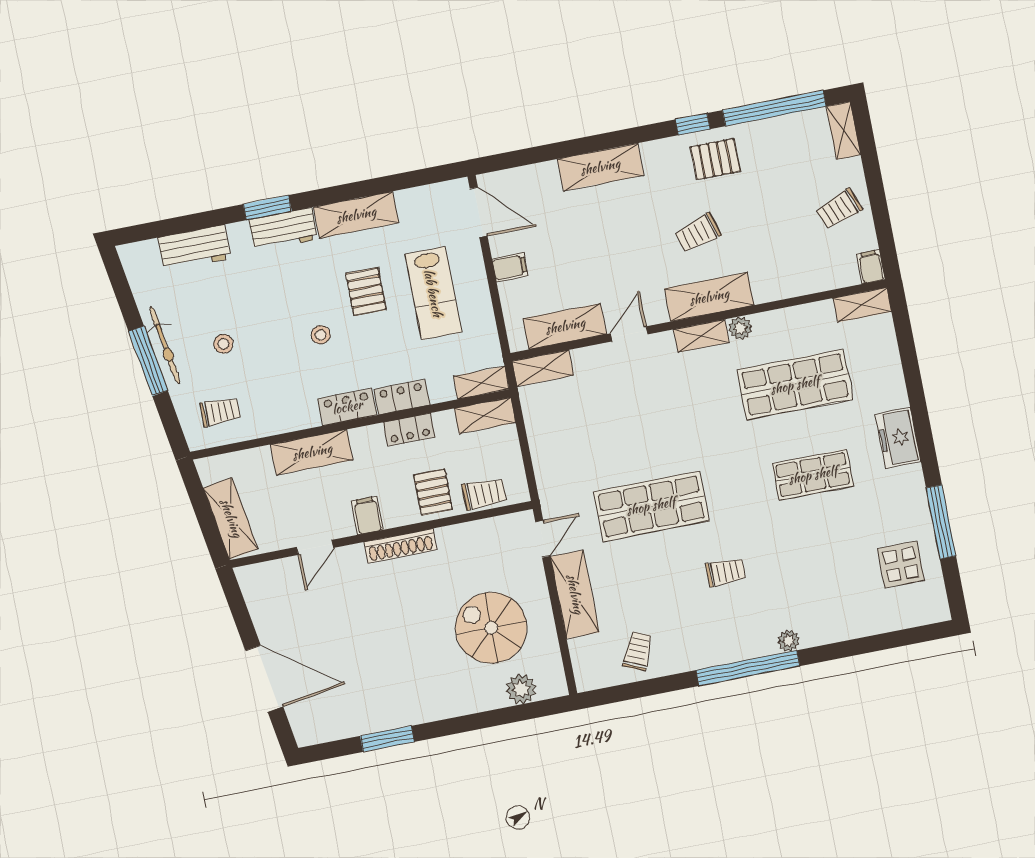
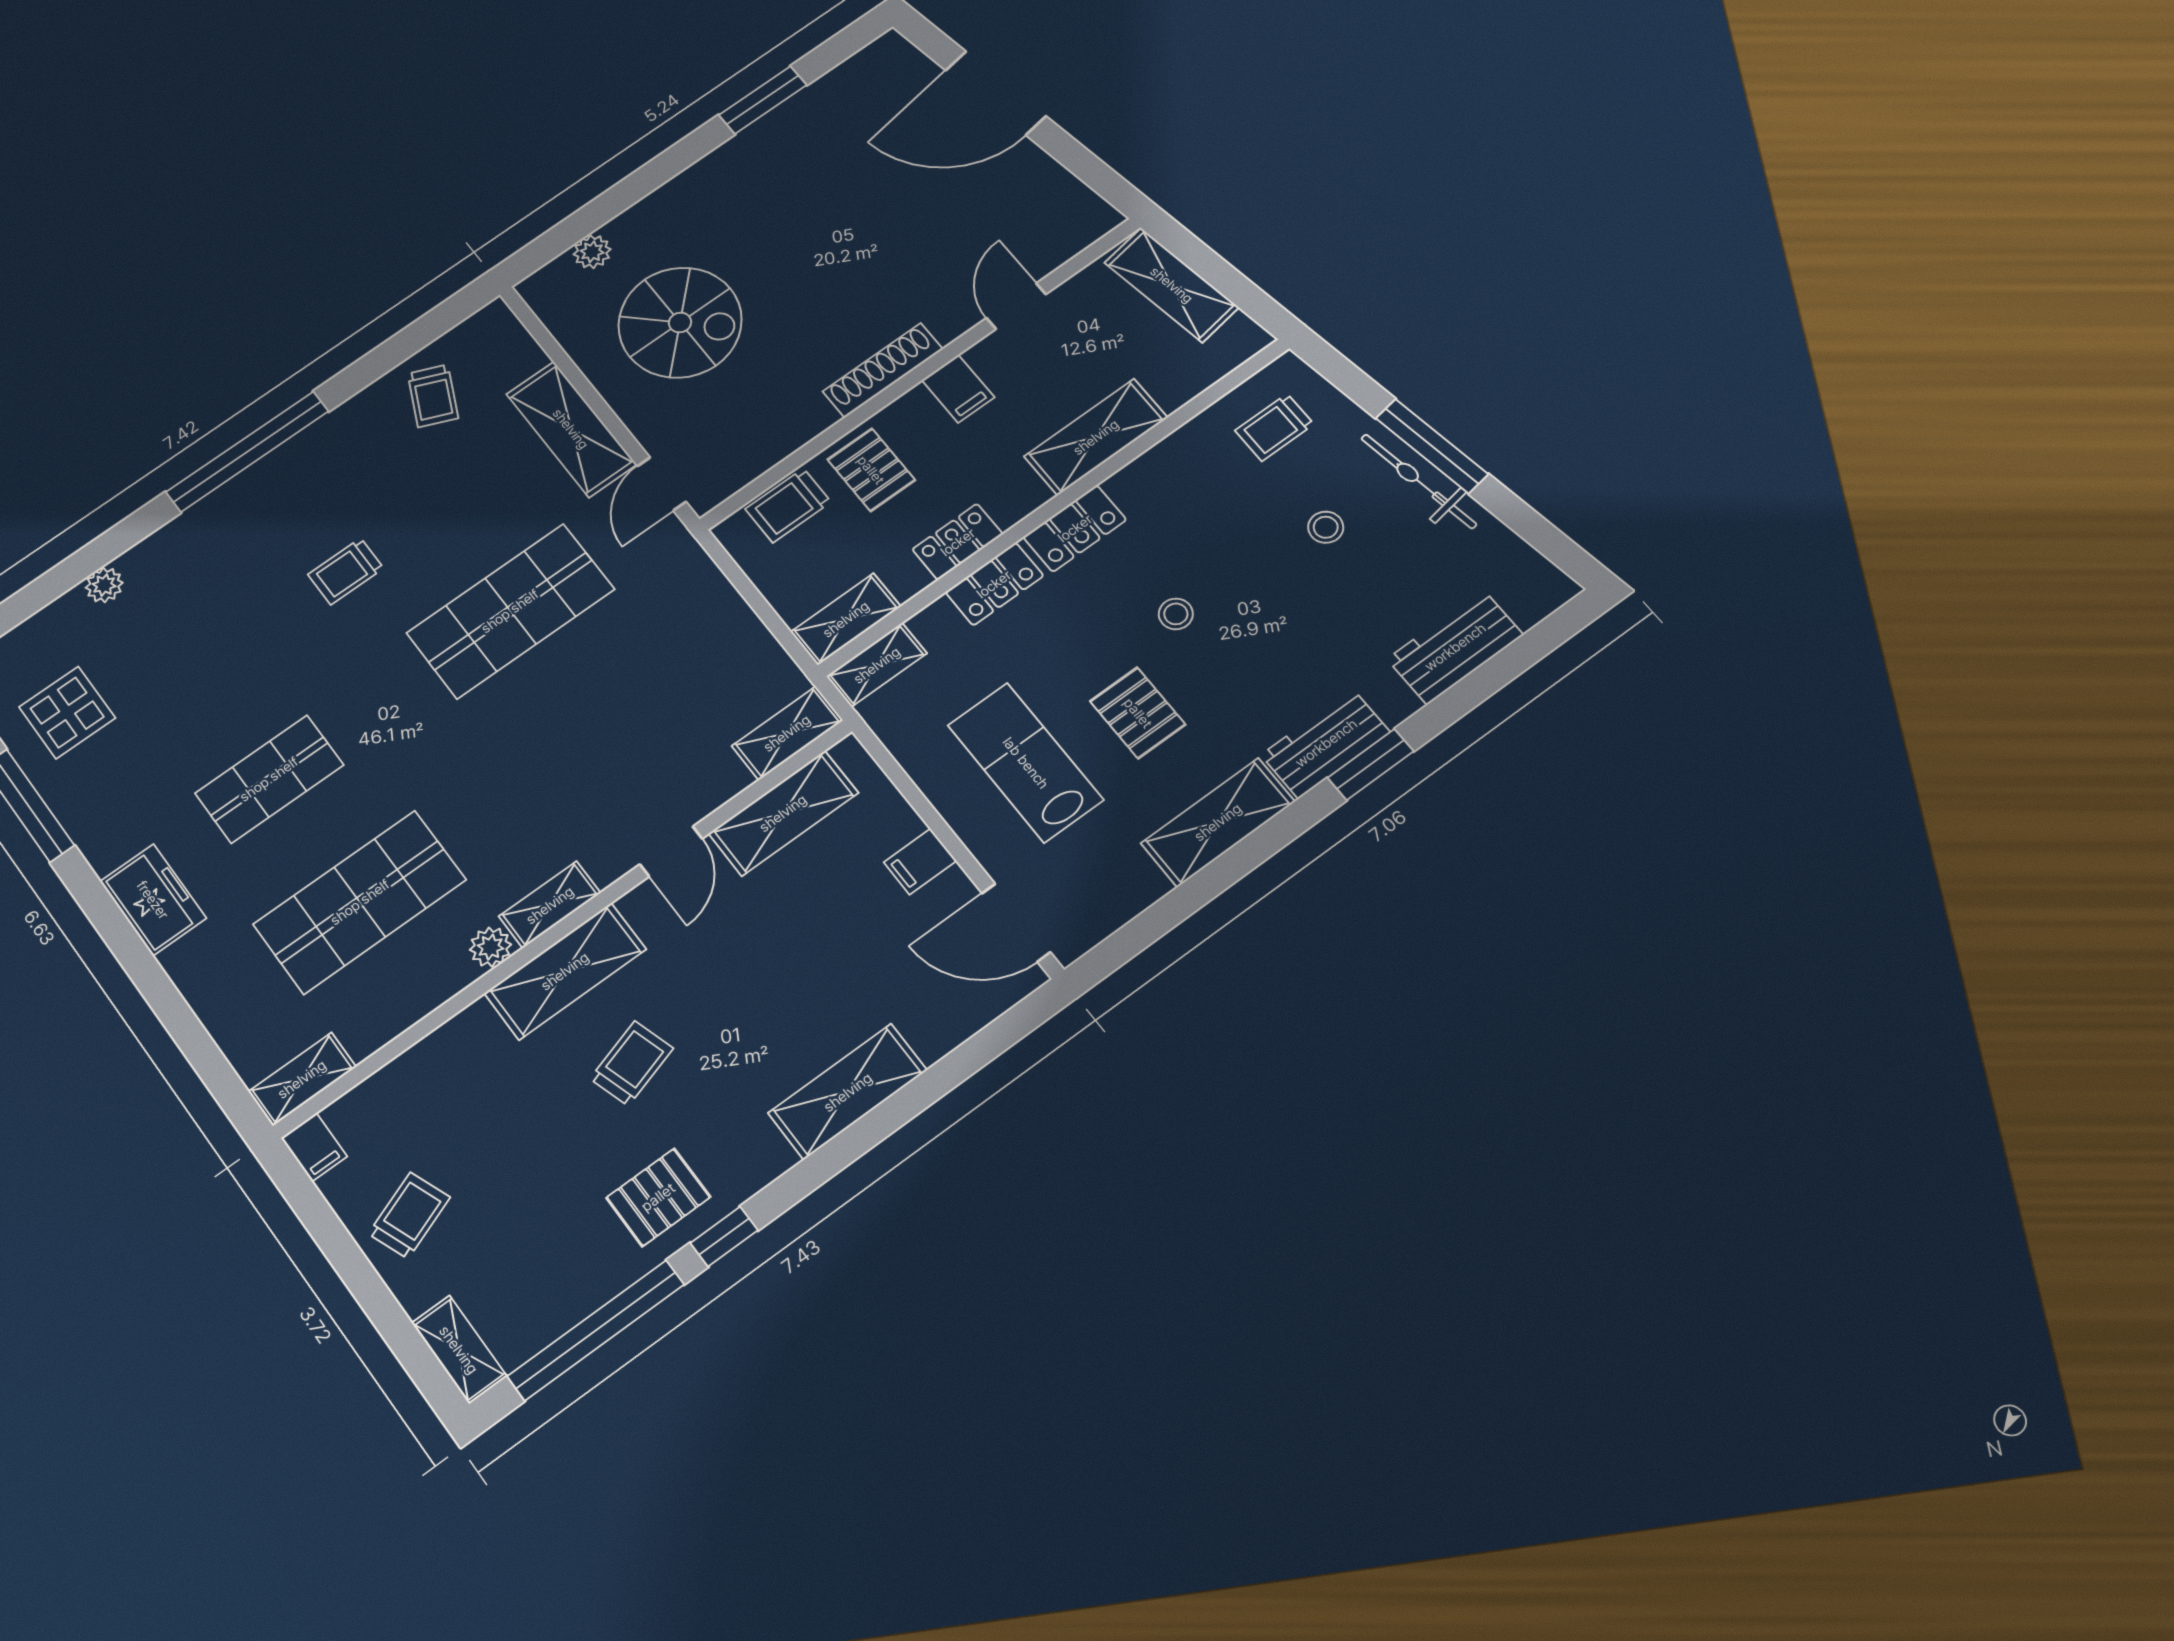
plant: (789, 641) -> (104, 585), moved
plant: (521, 689) -> (592, 252), width x0.73, depth x0.73

